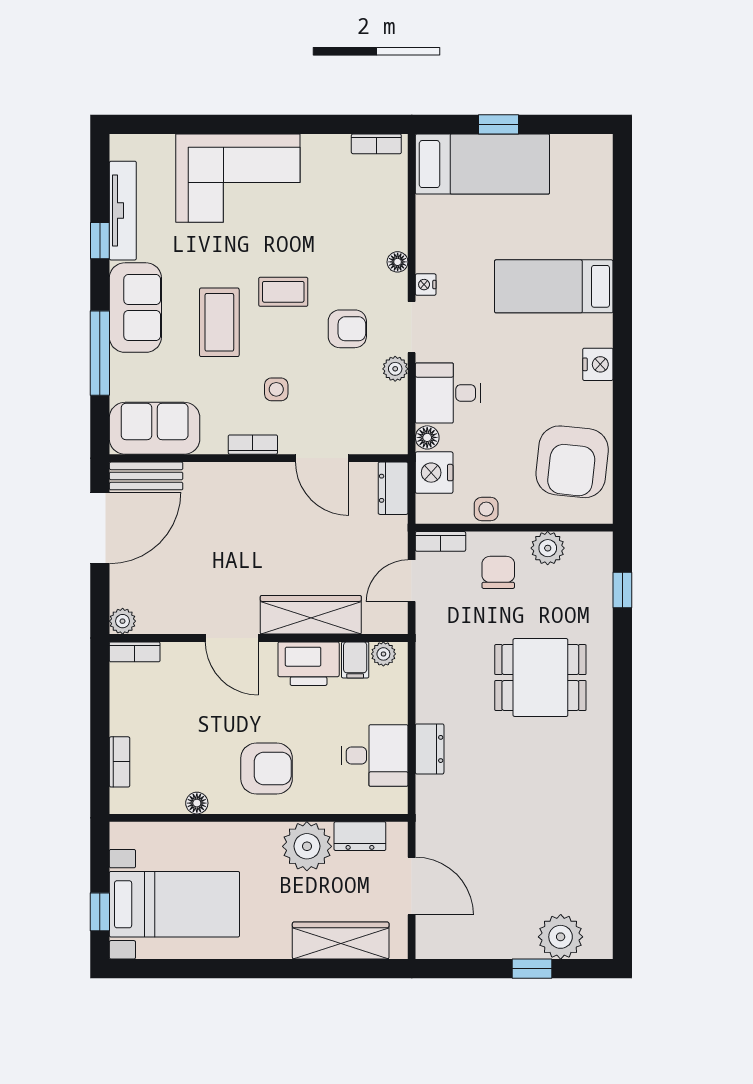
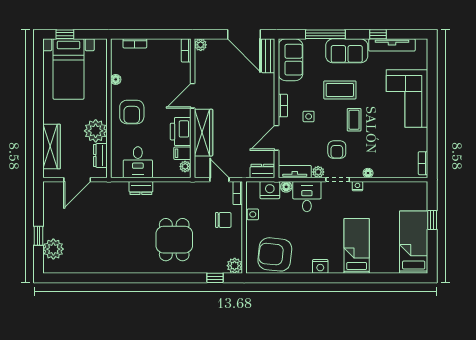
bed: (482, 164) -> (414, 242), moved, turned 180
tv unit: (394, 419) -> (295, 172), added
plant: (548, 548) -> (235, 266), moved

